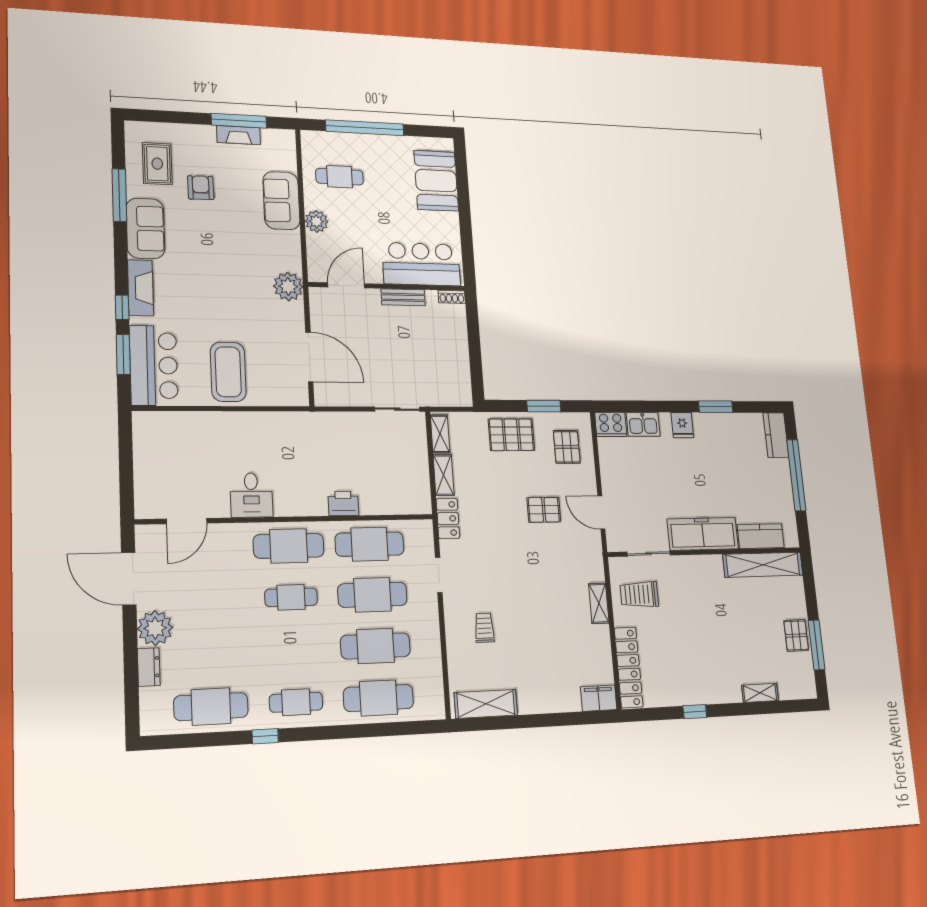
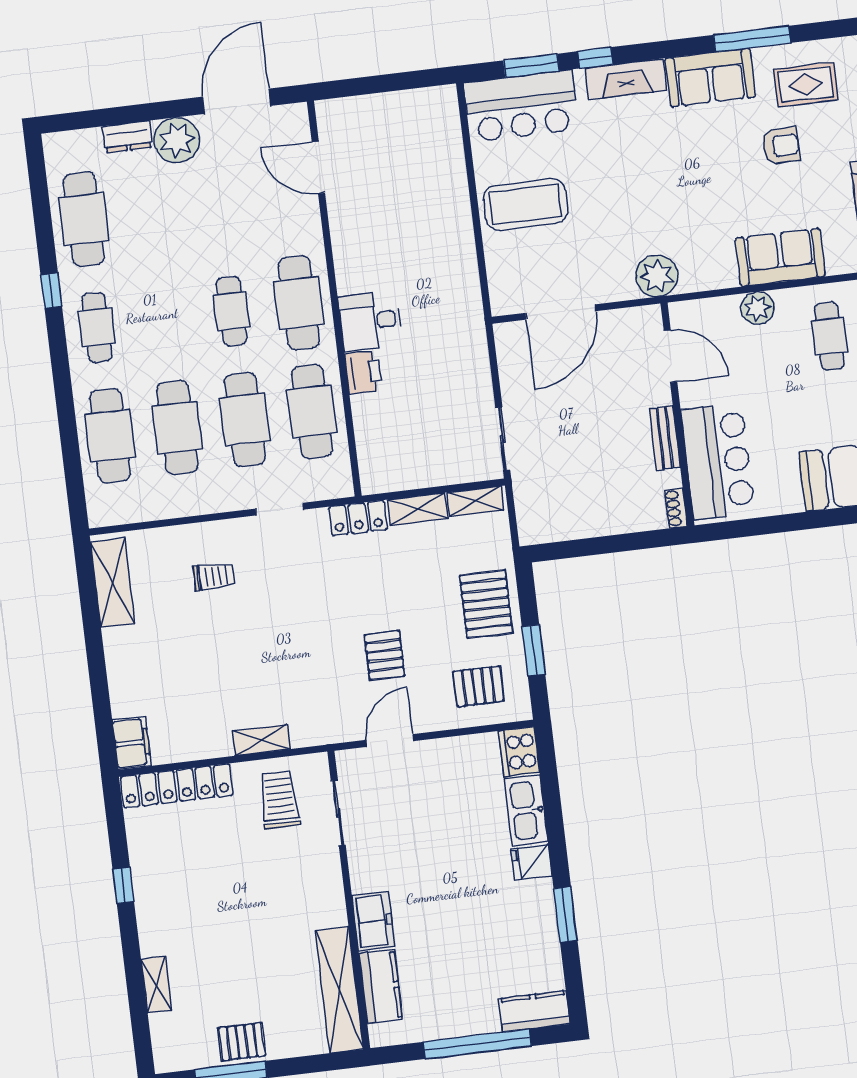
kitchen sink: (643, 424) -> (526, 810), width x1.38
desk: (251, 495) -> (370, 321), moved
freezer: (703, 534) -> (373, 921), width x0.52, depth x0.79

